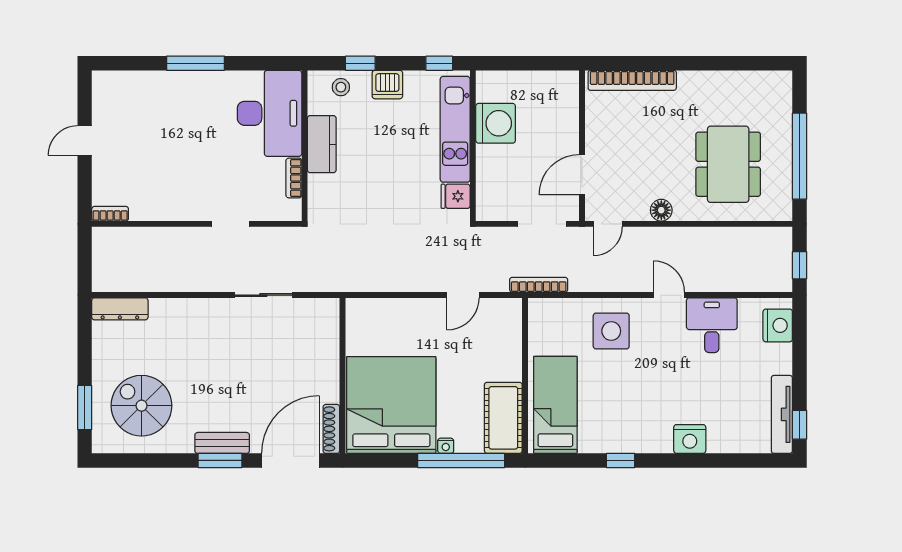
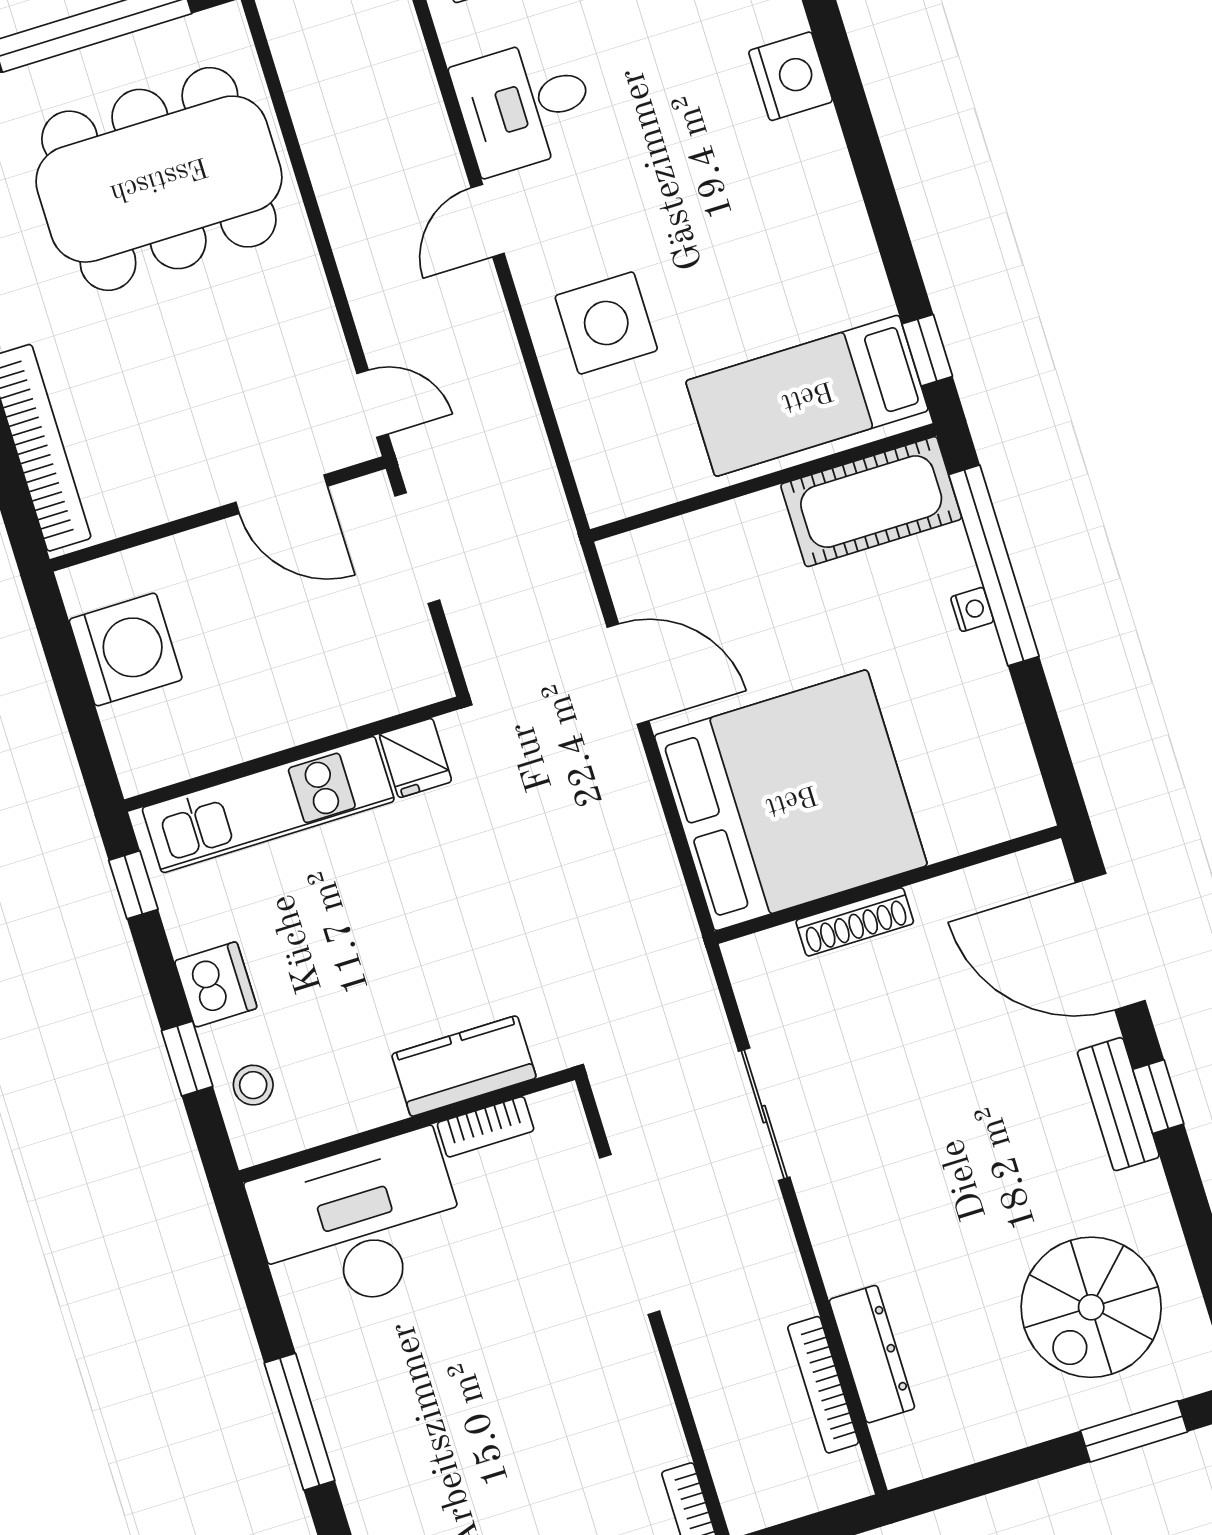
washing machine: (496, 123) -> (126, 649), moved, turned 90
kitchen counter: (322, 144) -> (464, 1066), moved
dining table: (728, 164) -> (159, 179), width x1.36, depth x1.24
floor lamp: (661, 210) -> (306, 295), removed
doorway: (231, 224) -> (630, 1235), width x1.87
bookcase: (539, 285) -> (823, 1385), moved
door: (463, 295) -> (628, 674), width x1.38
dresser: (120, 309) -> (872, 1354), moved
bed: (391, 405) -> (791, 800), moved, turned 180
shoe rack: (331, 429) -> (855, 922), moved
window: (220, 460) -> (1158, 1097), width x0.67
window: (621, 460) -> (927, 350), moved

